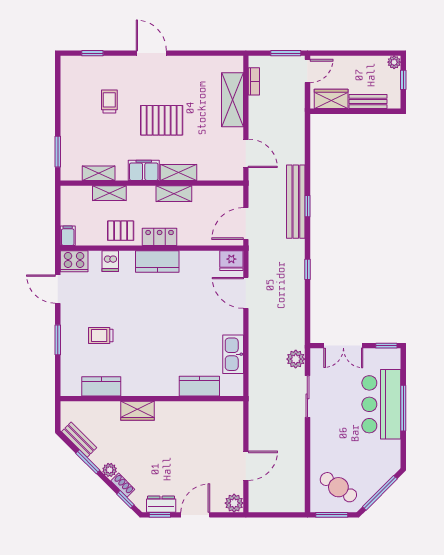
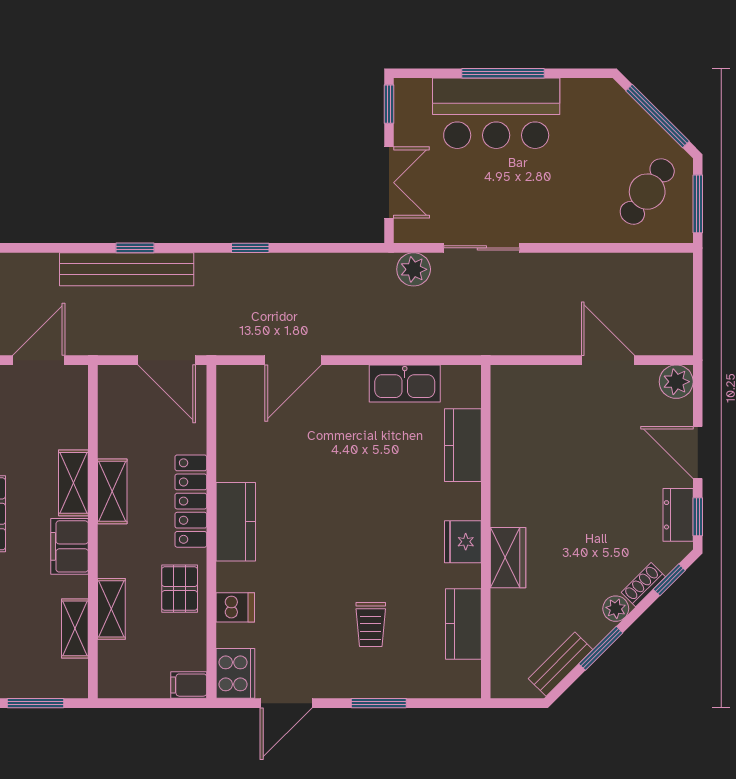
locker: (160, 237) -> (191, 501), width x1.53
fridge: (231, 261) -> (463, 542), moved, turned 180

